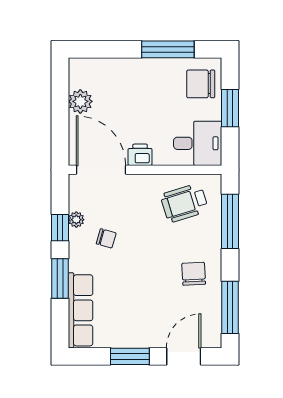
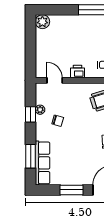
plant: (80, 101) -> (42, 22), moved
door: (101, 170) -> (55, 80), width x0.53
window: (60, 279) -> (31, 156), moved

